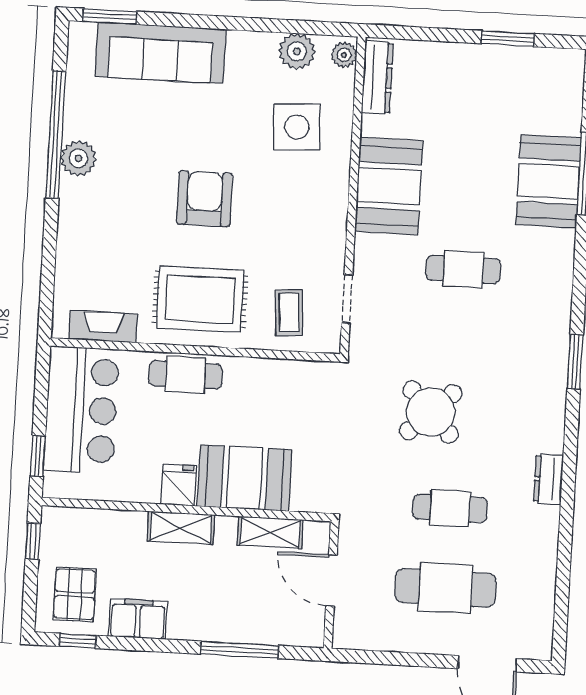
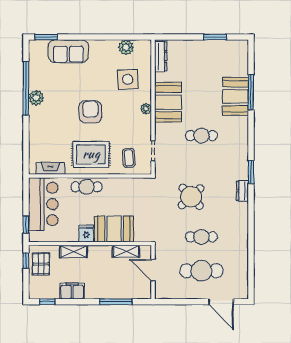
sofa: (161, 53) -> (68, 51), width x0.73
plant: (344, 55) -> (146, 109), moved
dresser: (548, 479) -> (242, 191), moved
shelving: (181, 528) -> (74, 252), moved
pallet: (75, 594) -> (41, 264), moved

